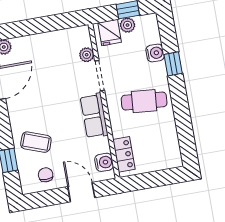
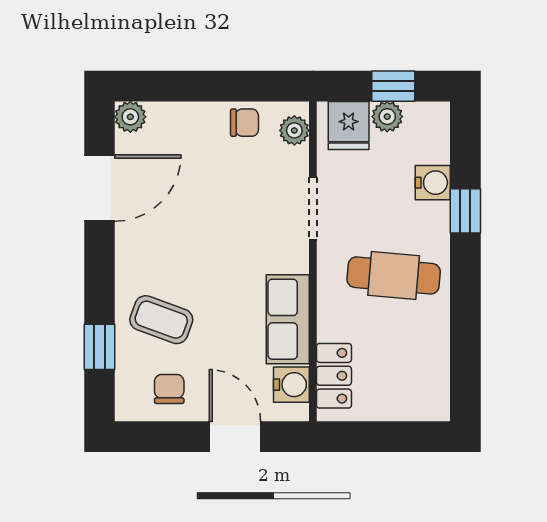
chair: (59, 40) -> (245, 123), added
plant: (87, 55) -> (294, 130), moved
row of seats: (94, 116) -> (288, 319), moved

